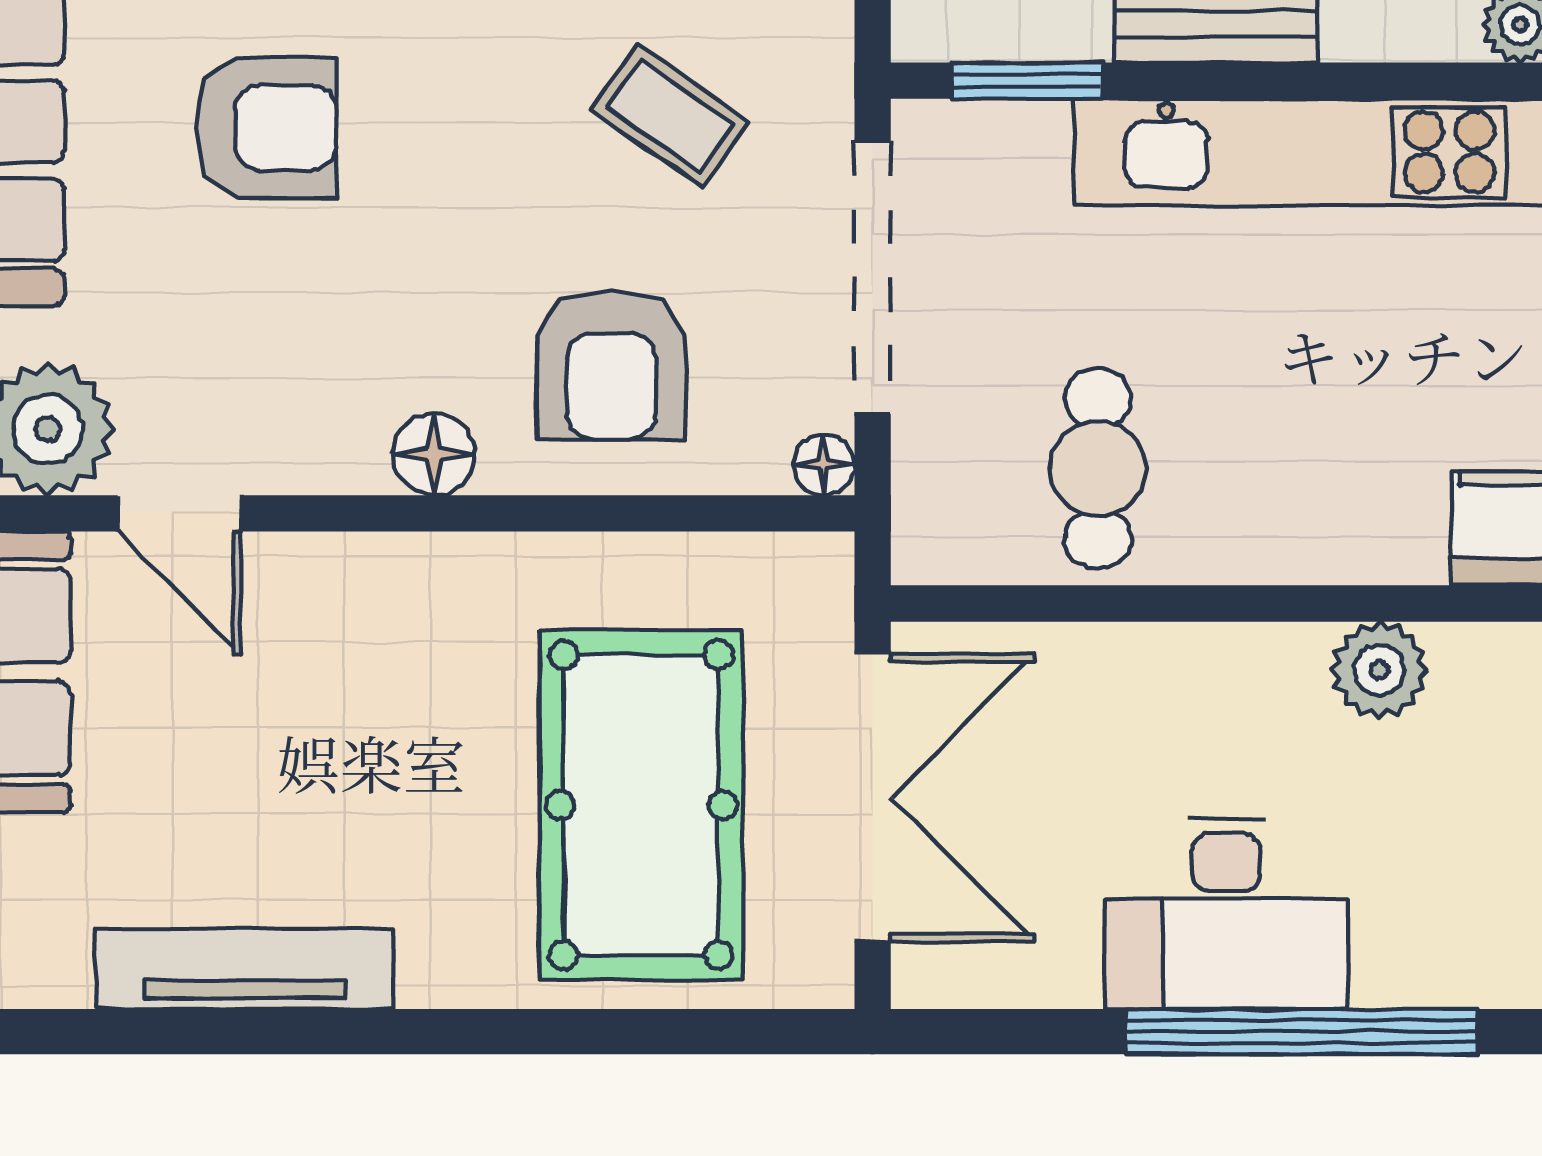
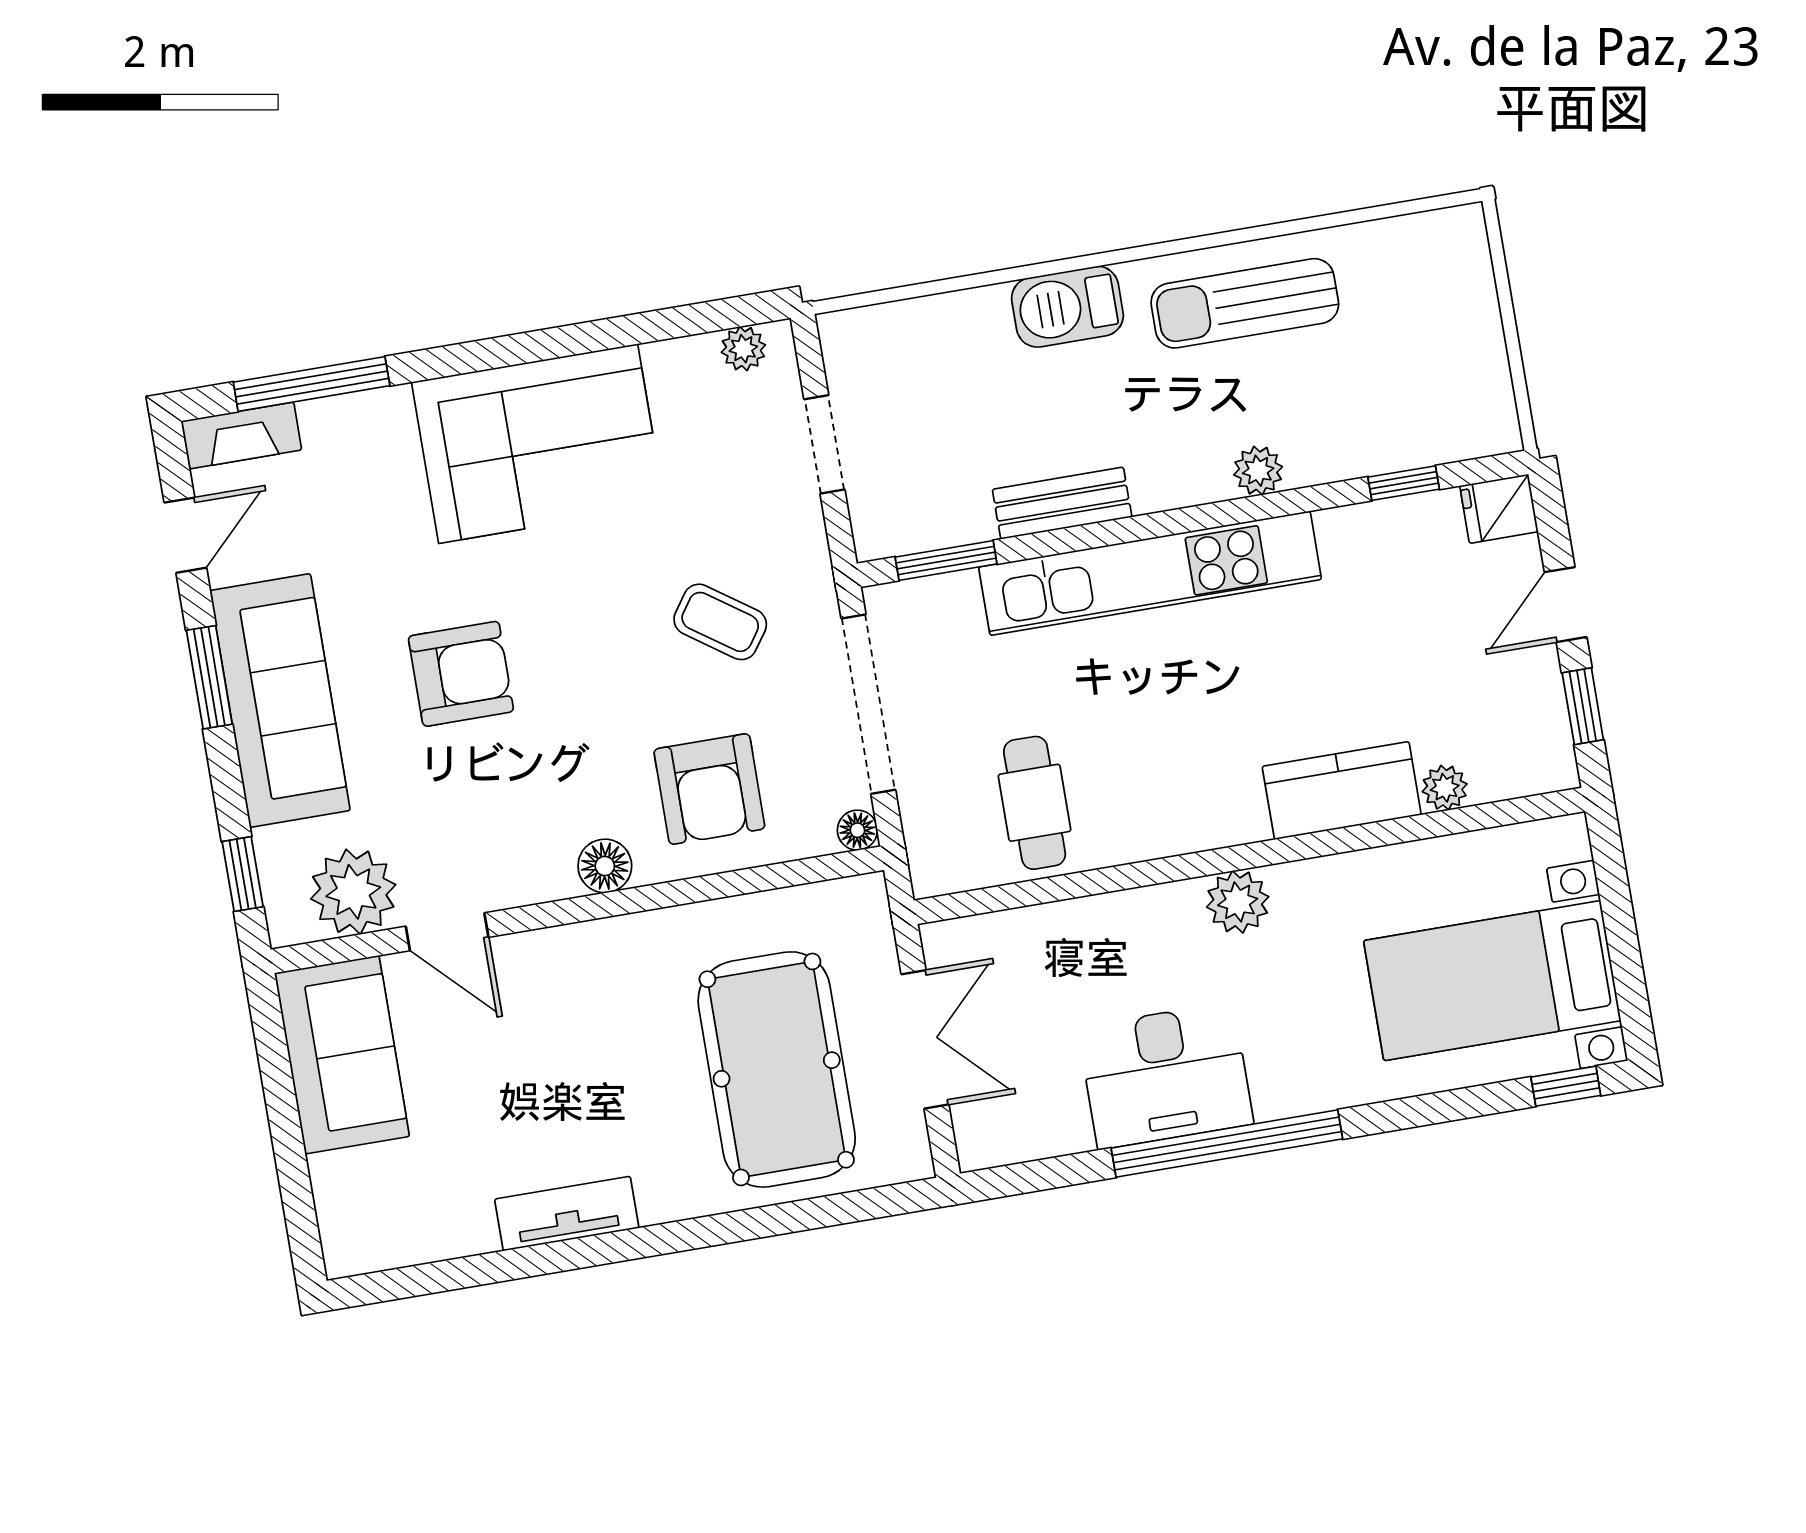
double door: (873, 798) -> (925, 1039), width x0.73
tv unit: (245, 969) -> (567, 1214), width x0.71

